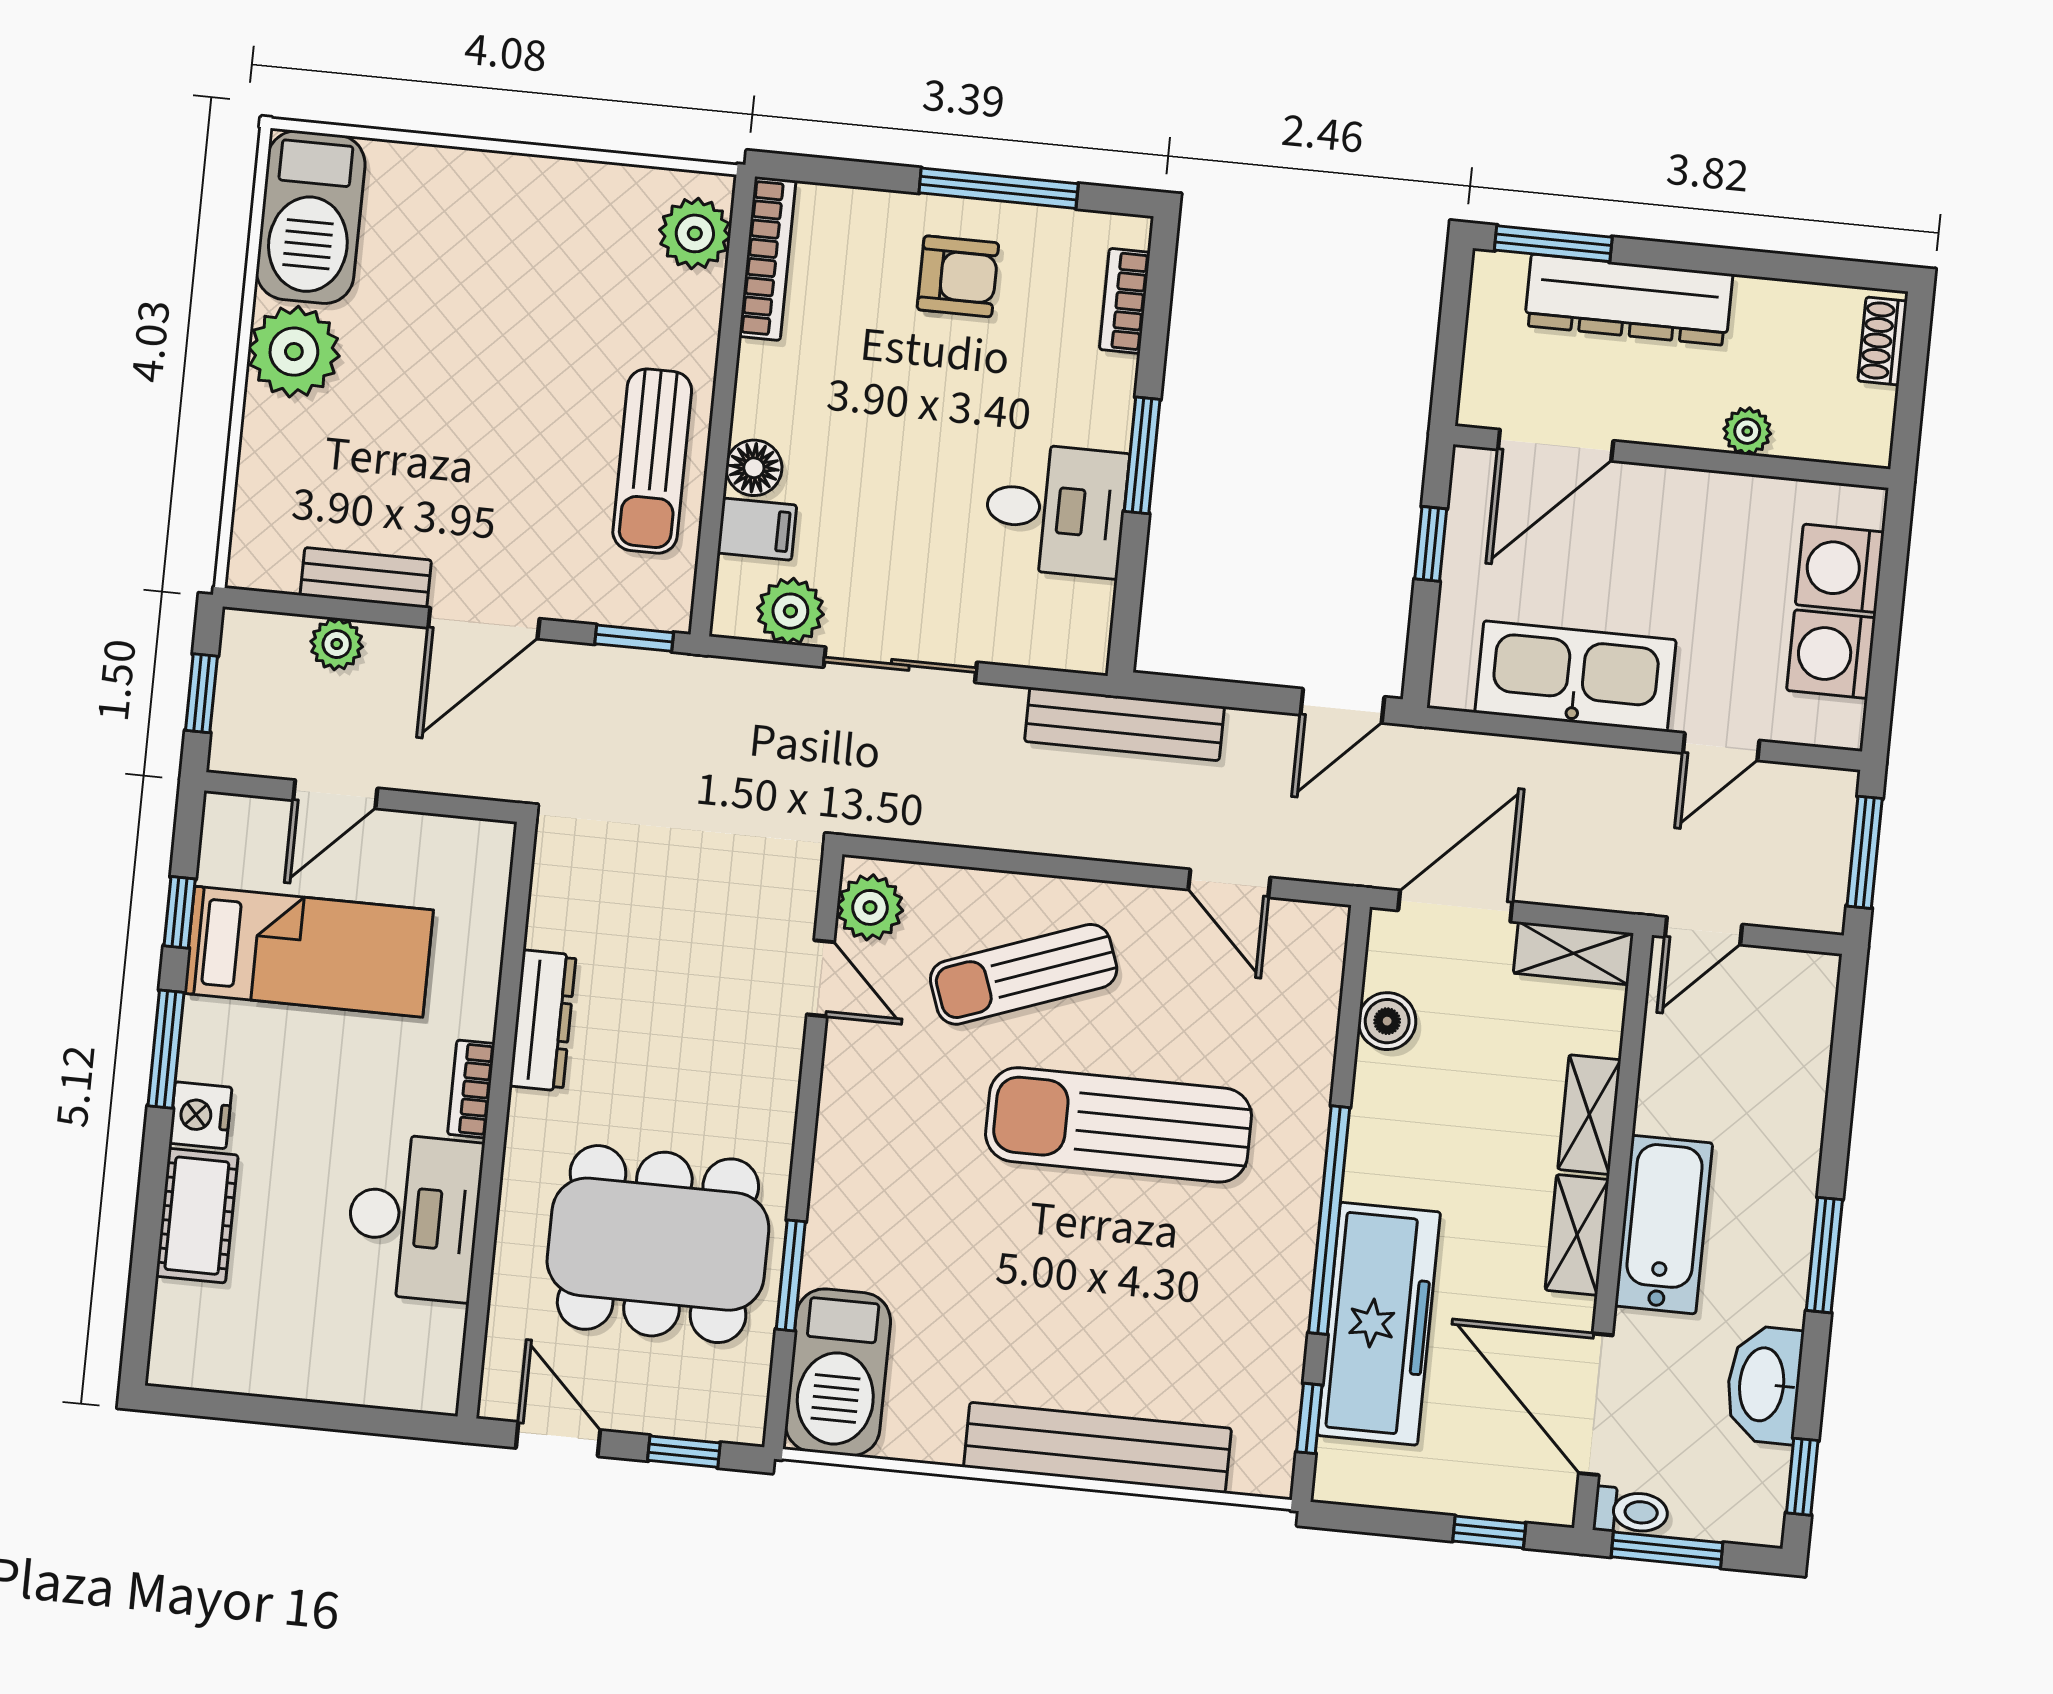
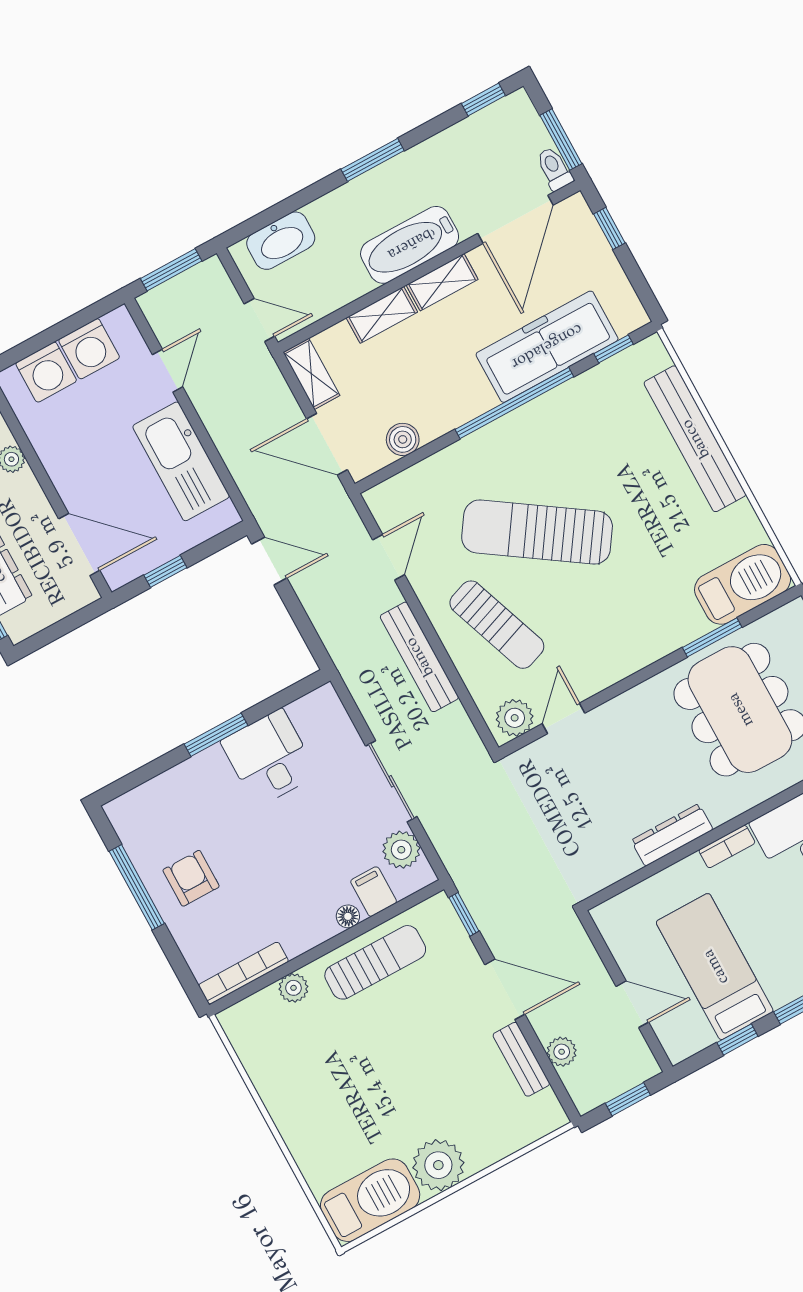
plant: (695, 233) -> (293, 988), moved, width x0.73, depth x0.73
bookcase: (1125, 301) -> (149, 792), removed
floor lamp: (754, 468) -> (348, 916), width x0.73, depth x0.73
bench: (1124, 724) -> (419, 657), moved
door: (1721, 747) -> (168, 371), hinge flipped
sun lounger: (1119, 1125) -> (537, 532), turned 124
washbasin: (1764, 1385) -> (281, 241), moved

